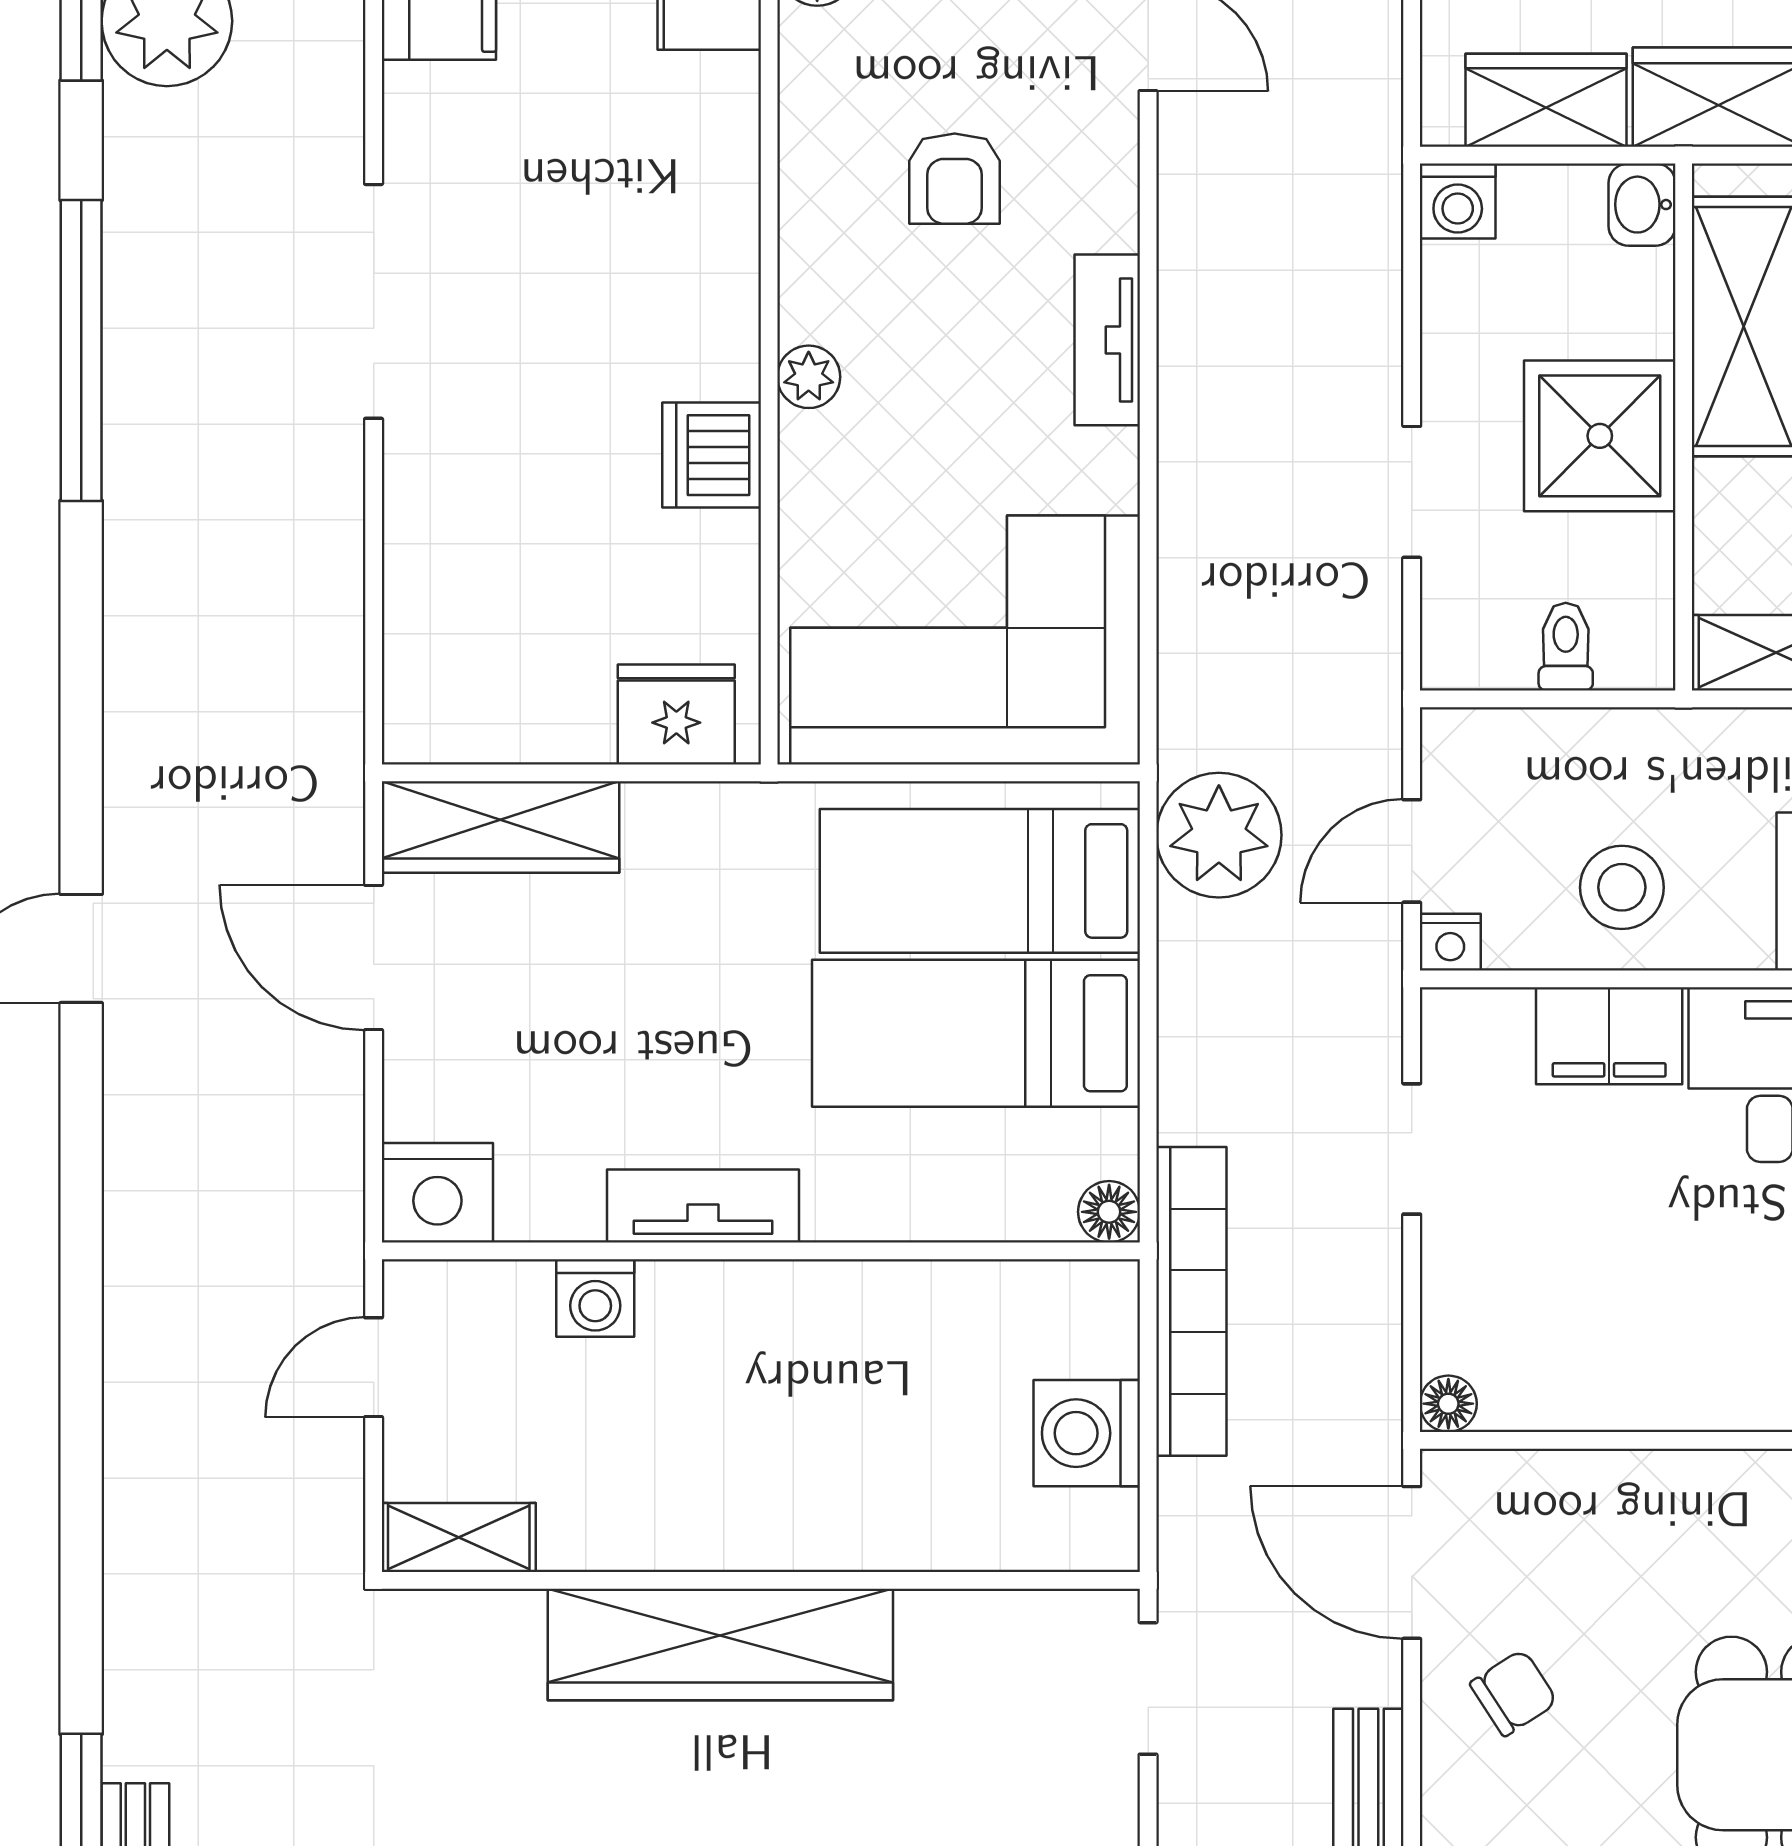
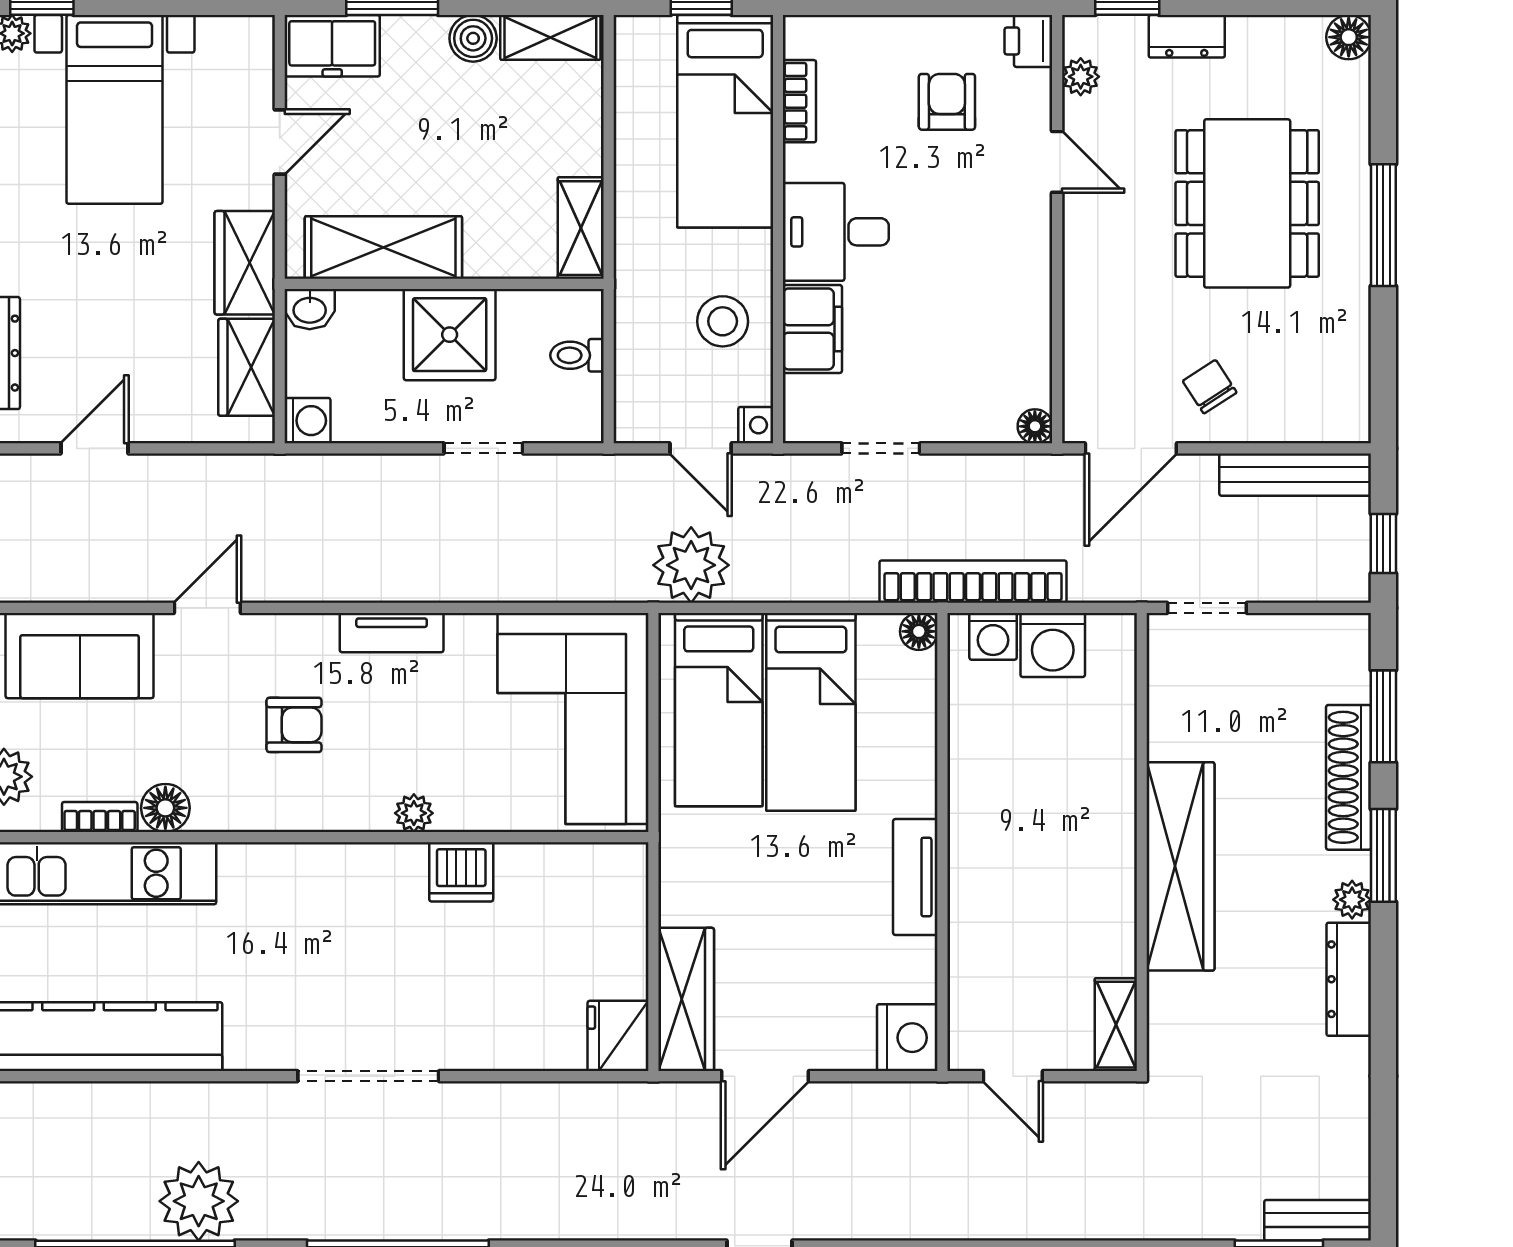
fridge: (676, 714) -> (618, 1036), moved
washing machine: (595, 1298) -> (993, 636), moved, turned 90

